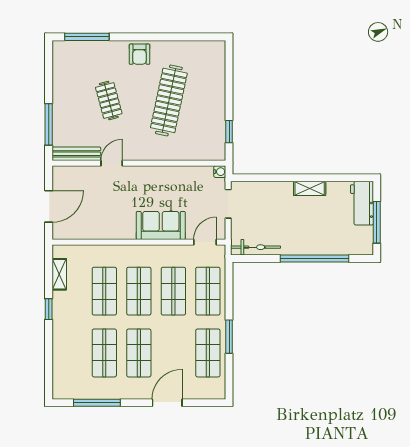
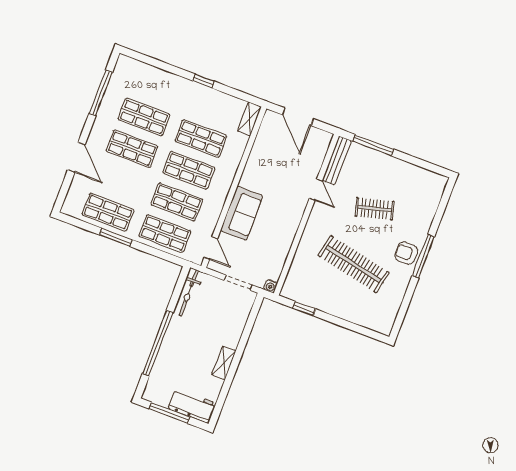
window: (87, 37) -> (423, 256), moved
shelving: (59, 274) -> (249, 119), moved, turned 90

